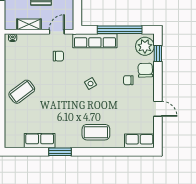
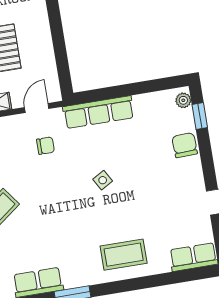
window: (120, 30) -> (134, 89), removed
plant: (145, 46) -> (183, 100), width x0.53, depth x0.53
chair: (128, 80) -> (161, 165), removed

